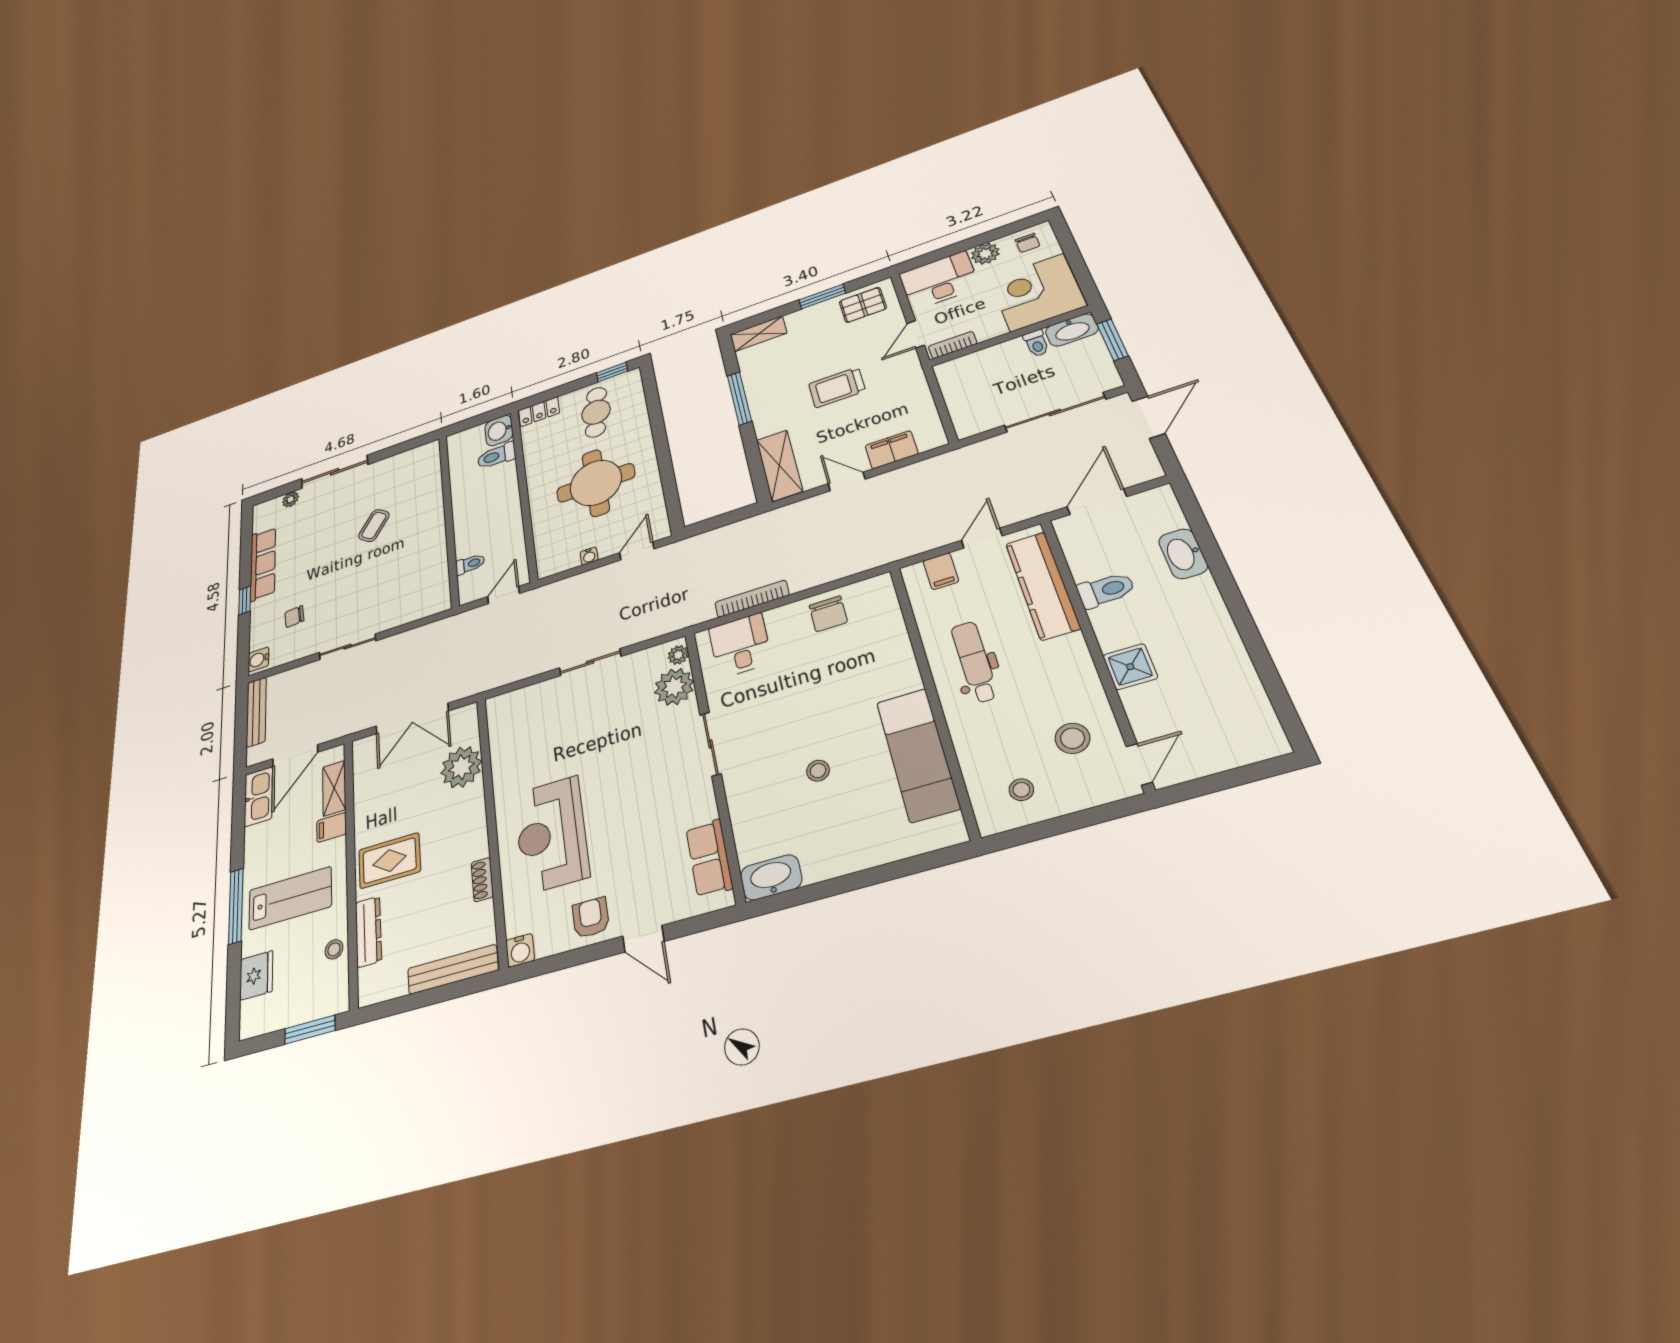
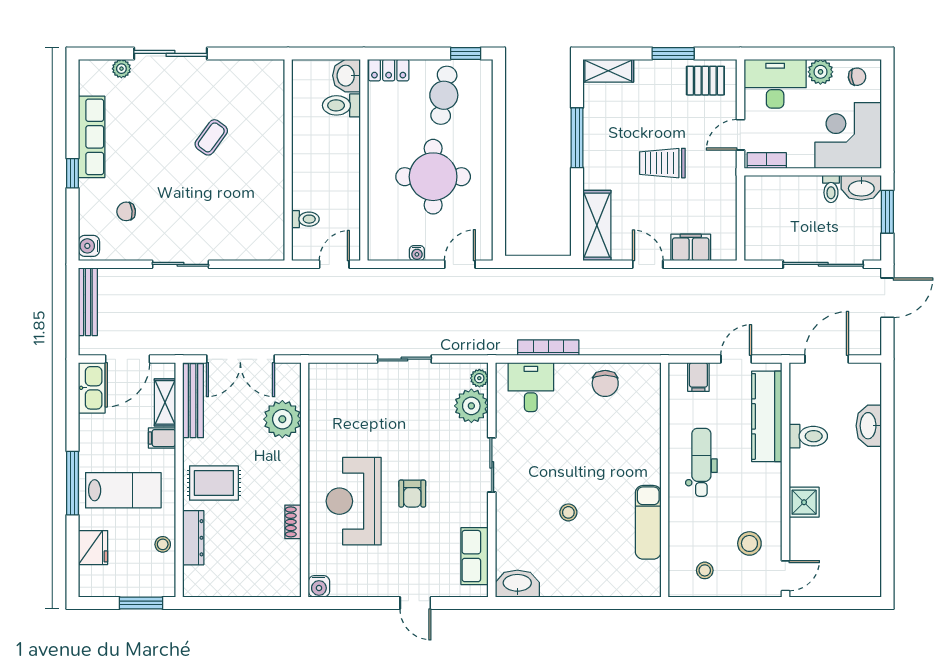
chair: (1028, 243) -> (857, 77), turned -97
exam couch: (918, 754) -> (648, 522), width x0.73, depth x0.69
armchair: (591, 918) -> (412, 494), moved, turned 180
bench: (453, 969) -> (193, 401), moved, turned 90

